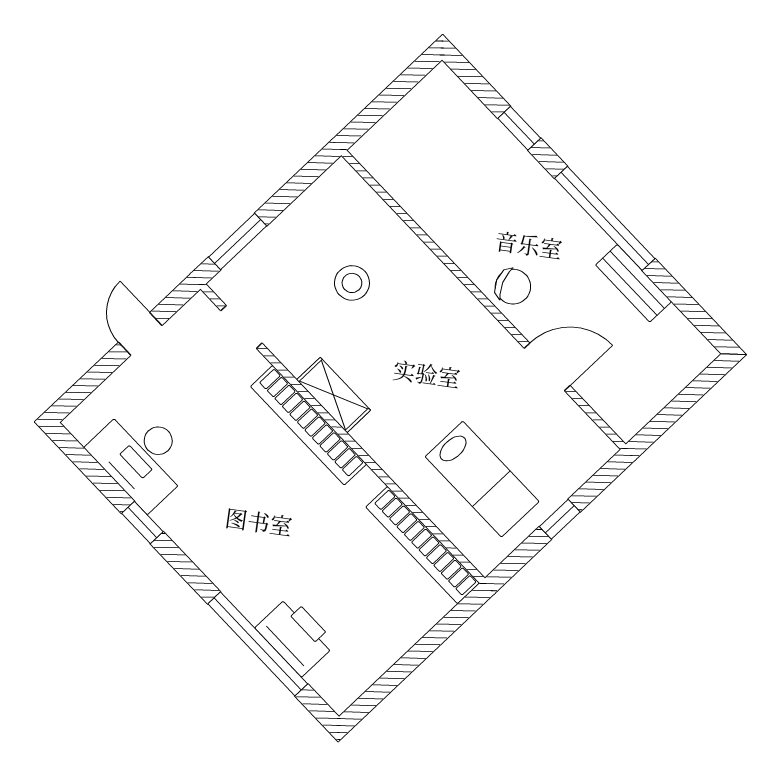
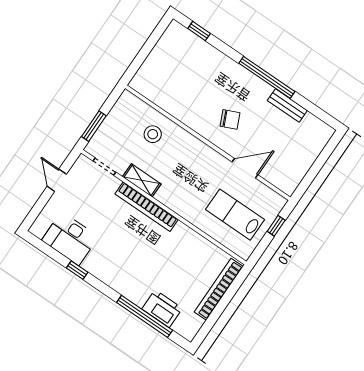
window: (519, 128) -> (199, 31), moved
wall: (484, 300) -> (208, 143), moved
door: (547, 367) -> (245, 168), moved
shelving: (334, 395) -> (142, 180), moved
lab bench: (482, 479) -> (235, 215), turned 180
bookcase: (423, 545) -> (219, 289), moved, turned 90

